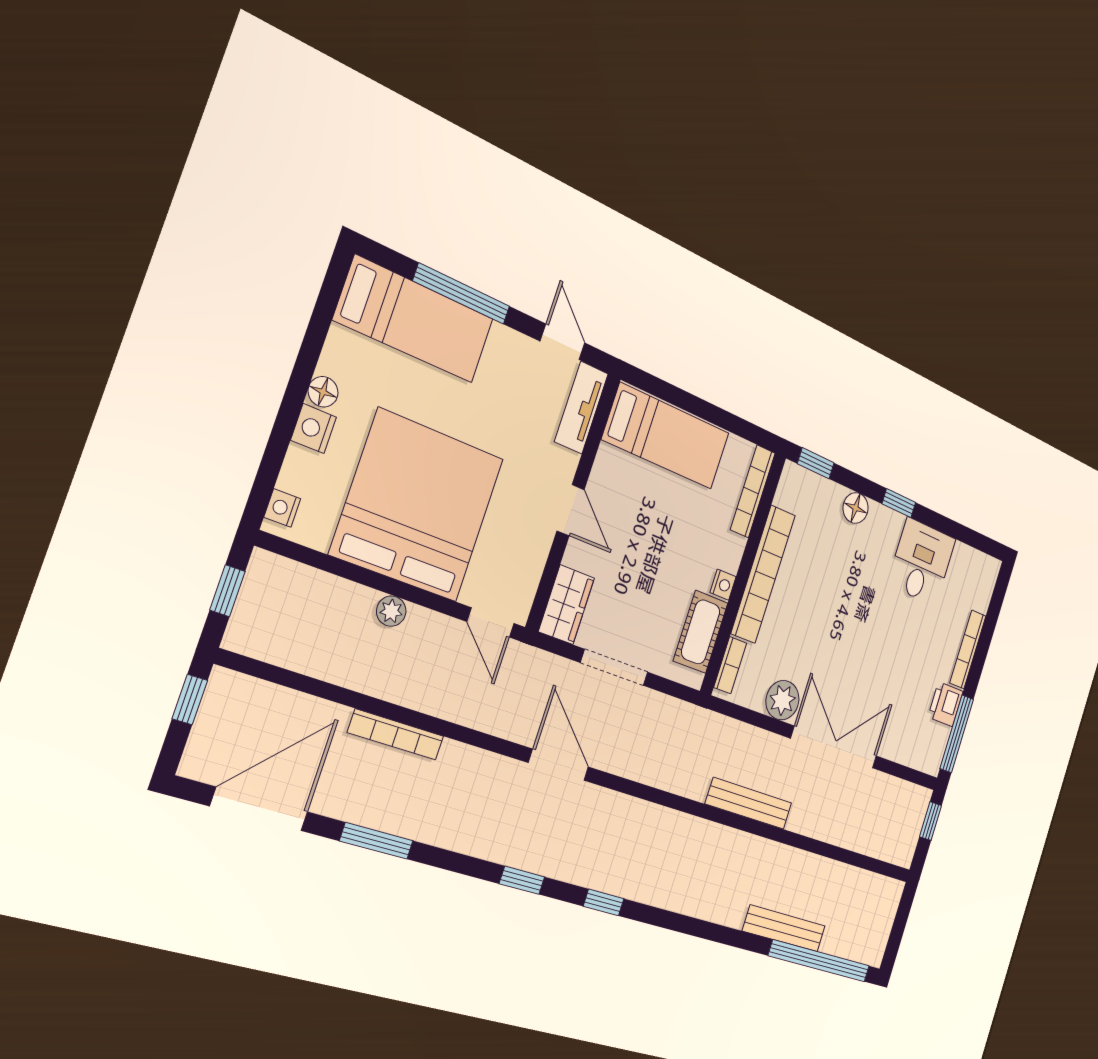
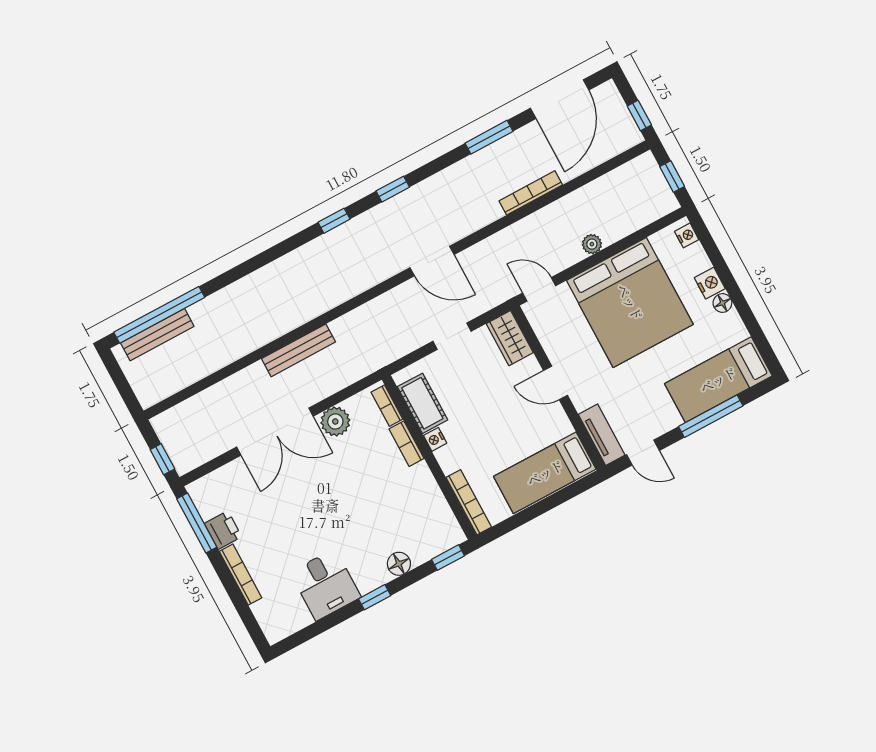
bookcase: (763, 574) -> (407, 444), width x0.43, depth x0.76
doorway: (614, 667) -> (452, 336), width x0.73
bench: (784, 928) -> (157, 335), moved

